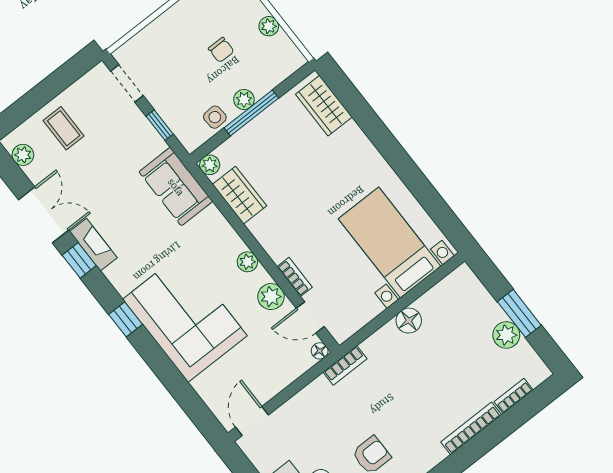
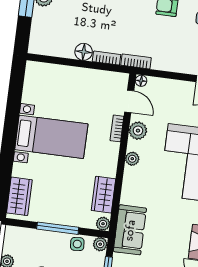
plant: (244, 100) -> (100, 244), moved
bed with nightstands: (390, 243) -> (51, 137), moved, turned -90
bookcase: (379, 338) -> (107, 58), added

